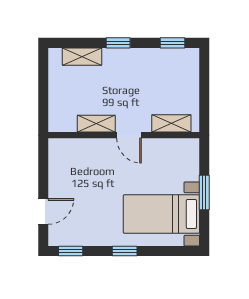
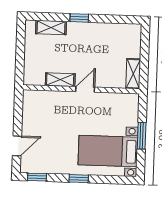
window: (173, 43) -> (121, 19), removed
shelving: (171, 123) -> (133, 74), moved, turned 90
door: (129, 135) -> (85, 89), swing flipped

